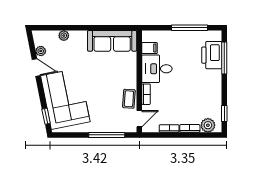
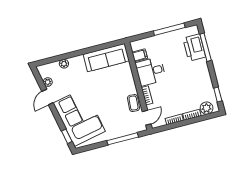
door: (36, 68) -> (48, 97), swing flipped

